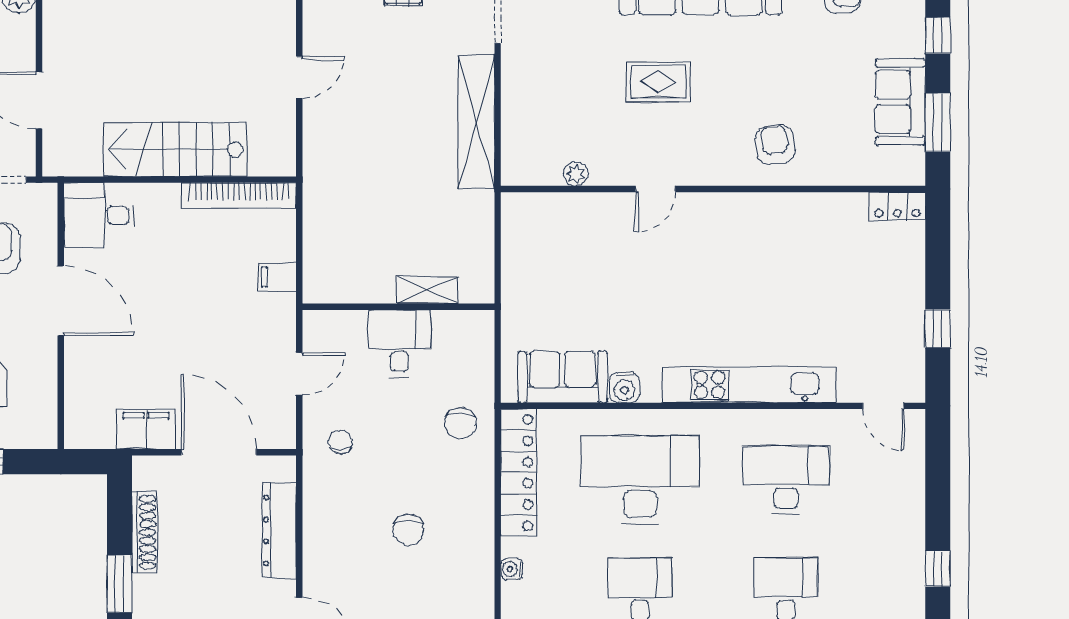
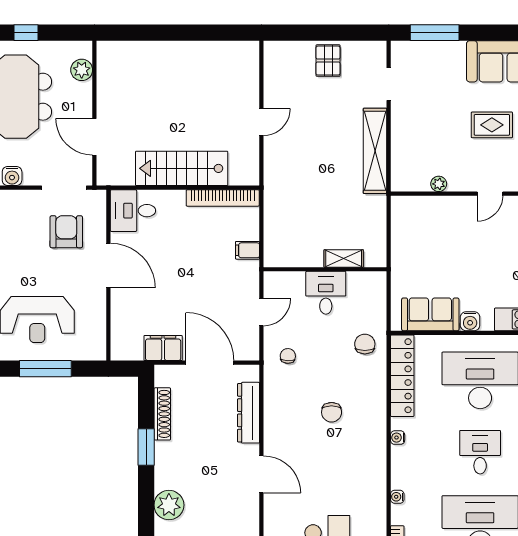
chair: (460, 423) -> (365, 344), turned 180

